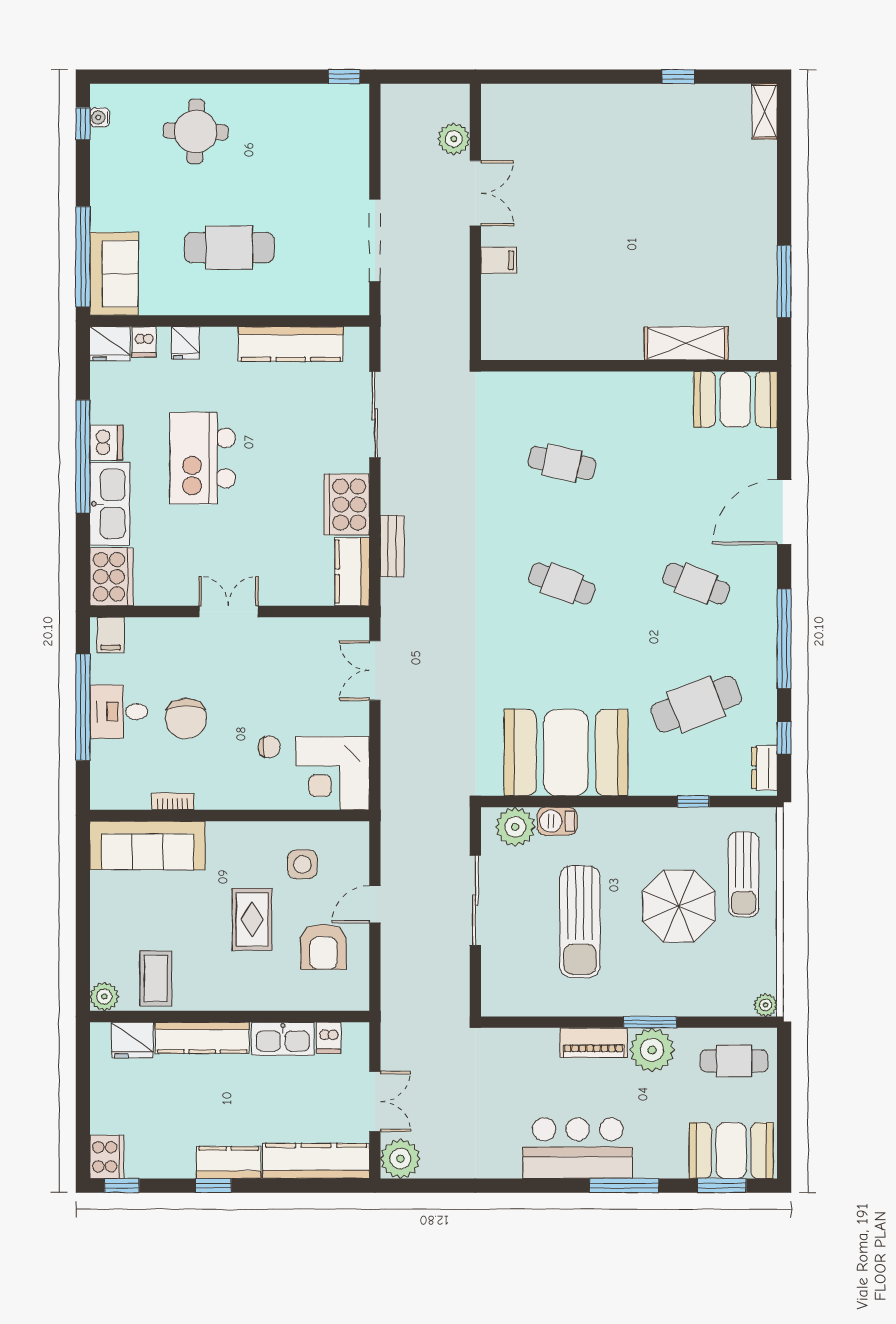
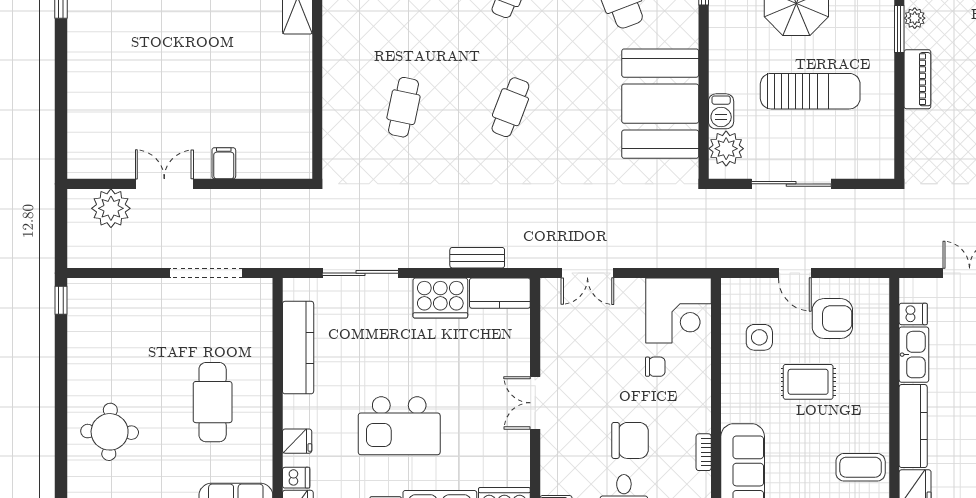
plant: (454, 139) -> (111, 208), width x1.36, depth x1.36
chair: (269, 747) -> (655, 367), turned 91
plant: (652, 1050) -> (915, 18), width x0.53, depth x0.53

